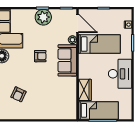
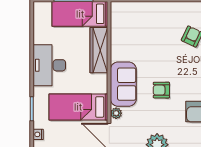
wardrobe: (85, 90) -> (99, 50), width x1.50

